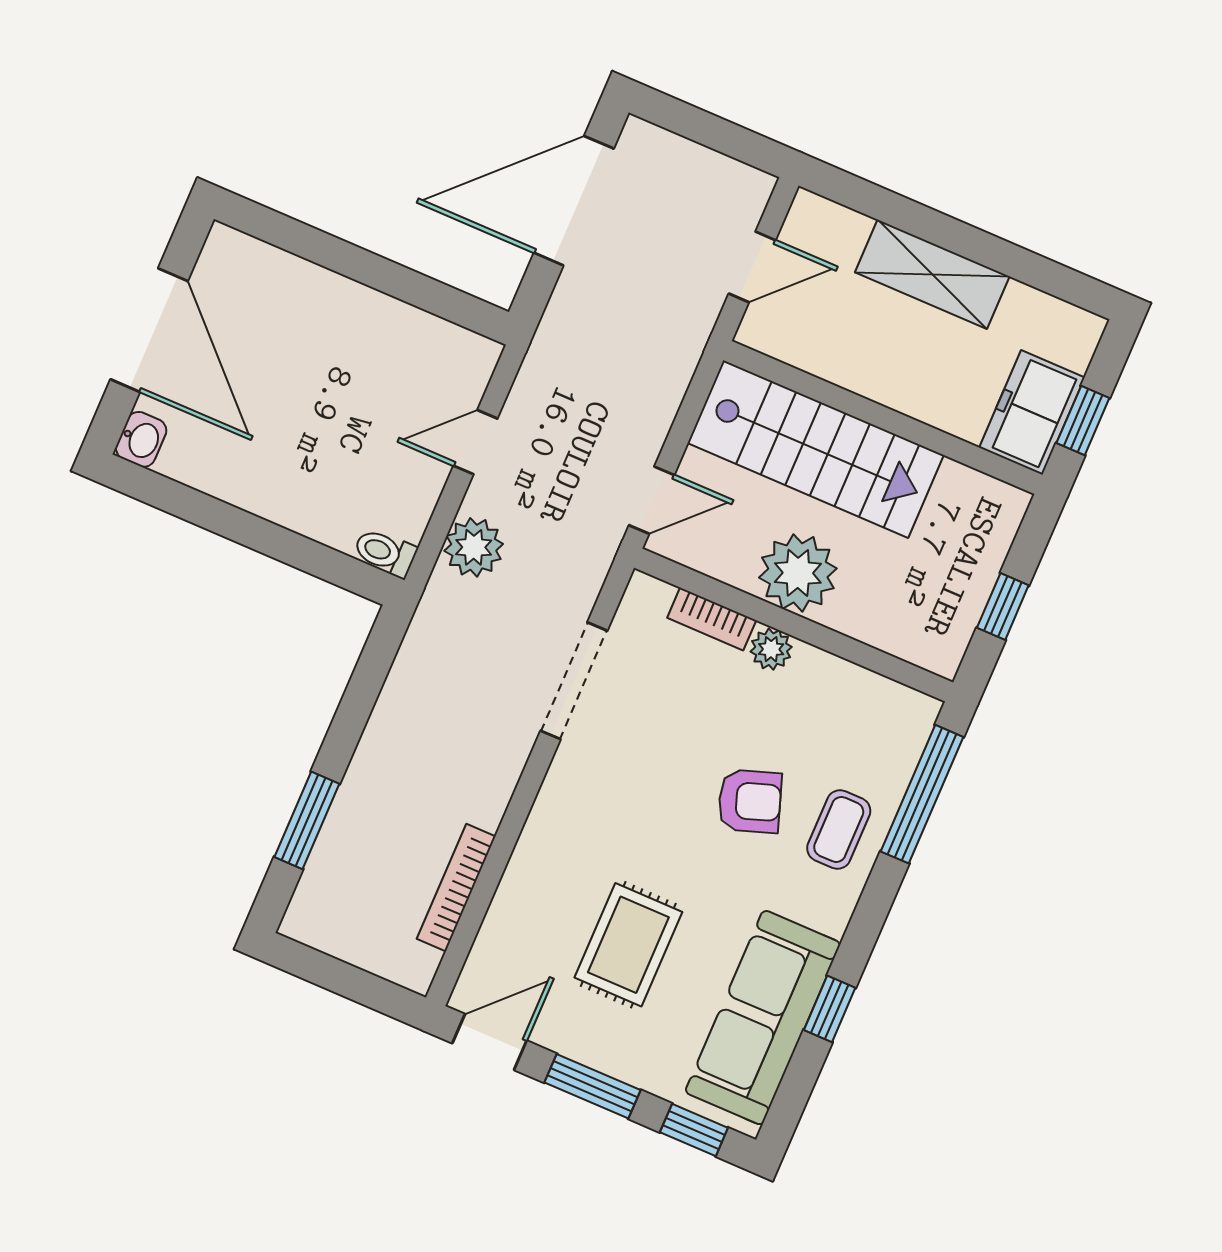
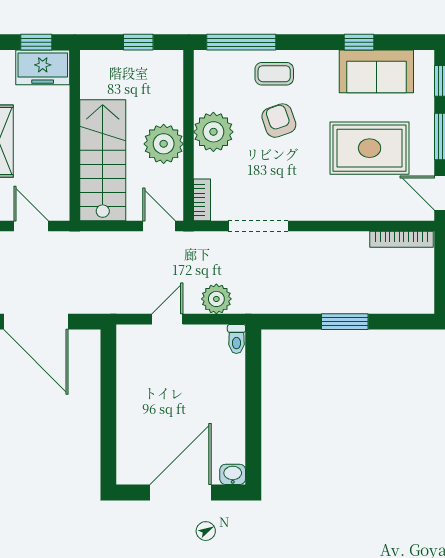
door: (475, 442) -> (167, 319), swing flipped
bookcase: (712, 619) -> (202, 200), moved
plant: (771, 649) -> (213, 132), width x1.87, depth x1.87
window: (307, 820) -> (345, 322), moved
bookcase: (456, 888) -> (402, 239), moved
rug: (628, 945) -> (370, 148), width x1.36, depth x1.43
sofa: (763, 1018) -> (376, 71), width x0.73

